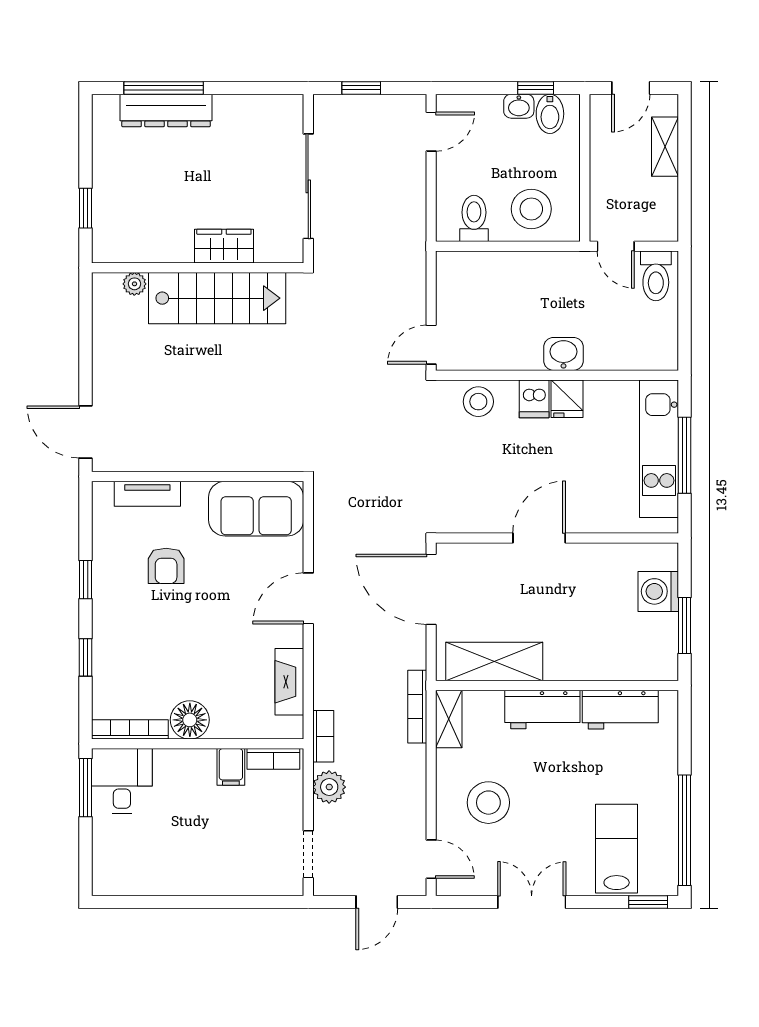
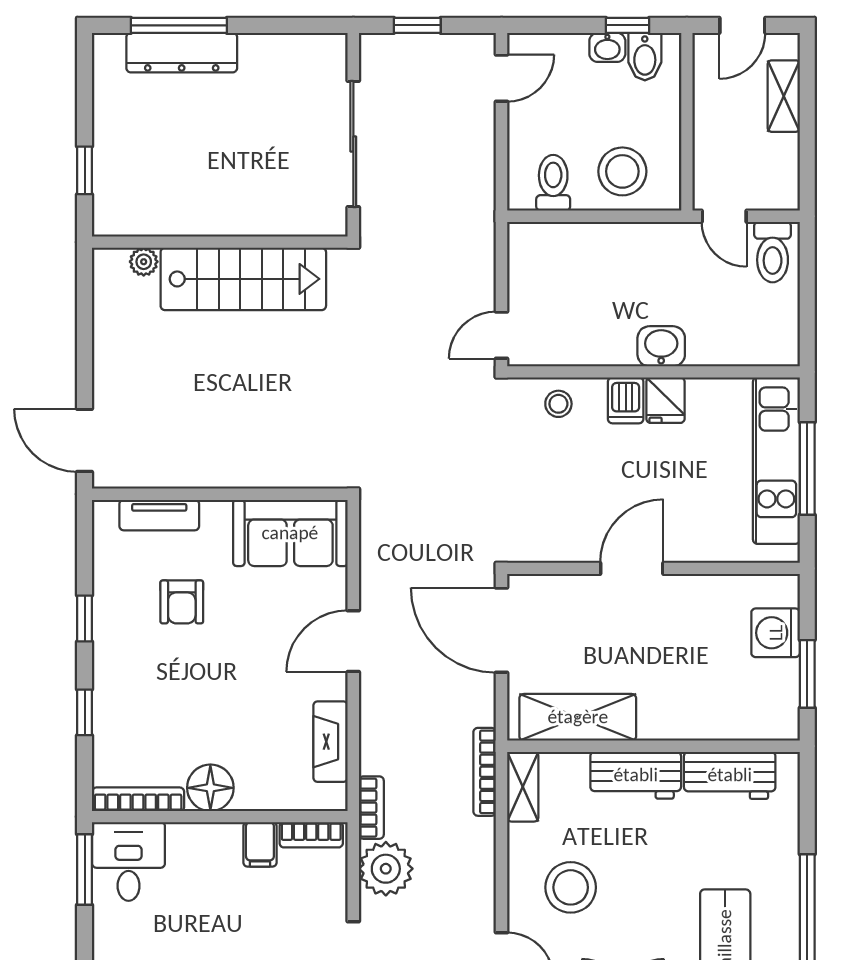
wardrobe: (224, 246) -> (252, 216), removed
stool: (478, 402) -> (558, 404), width x0.73, depth x0.73
plant: (329, 787) -> (386, 869), width x1.36, depth x1.36

